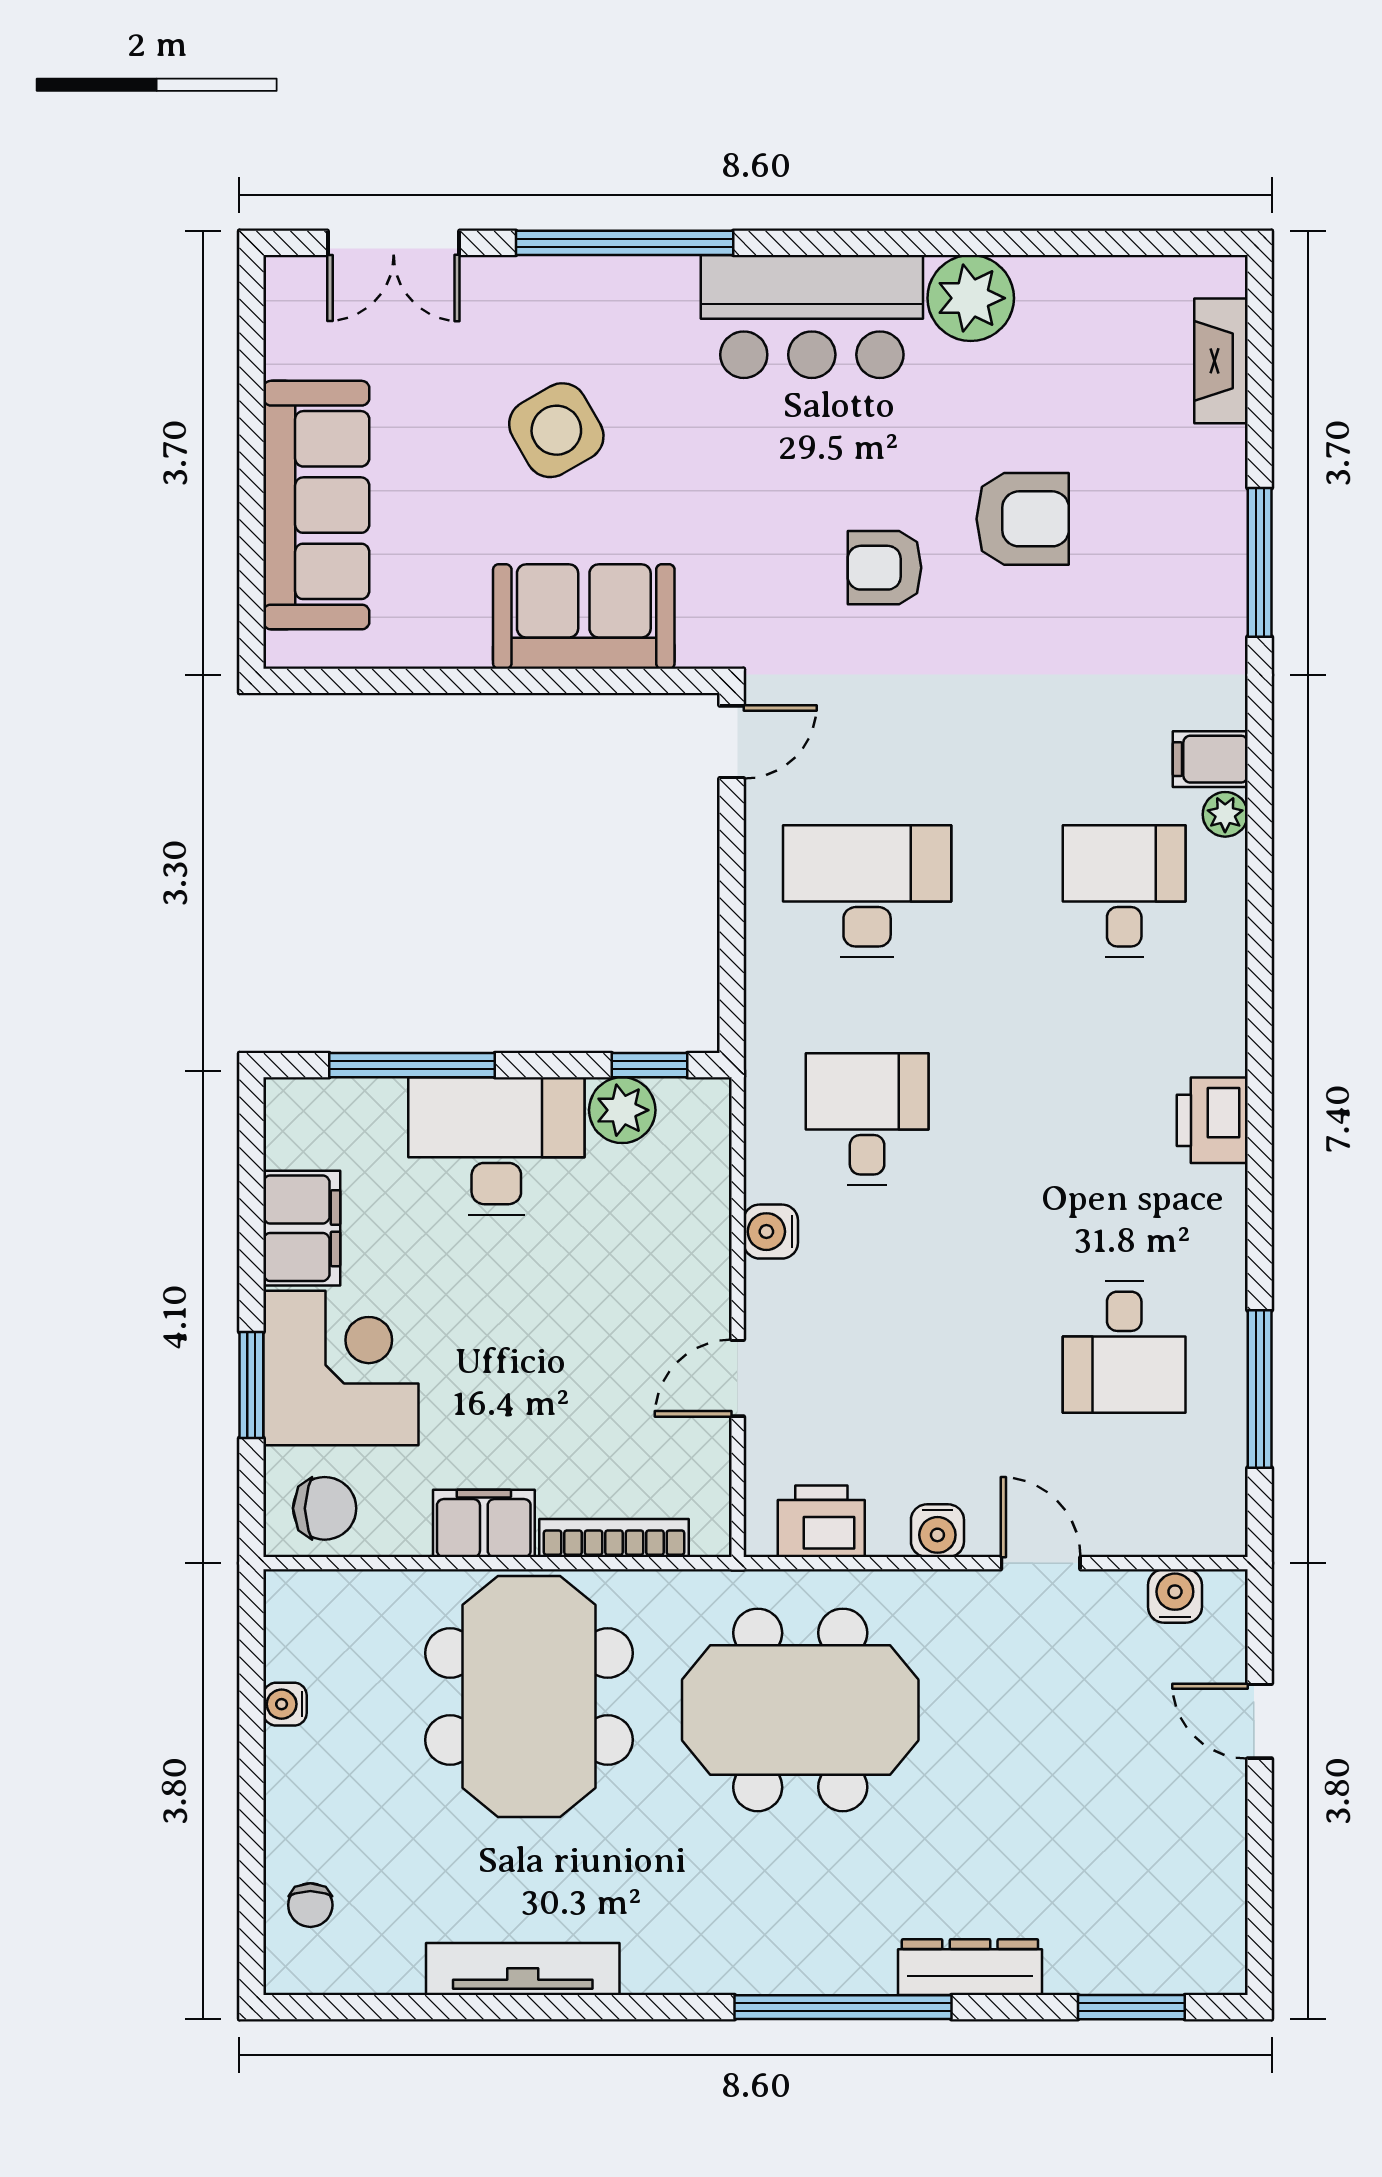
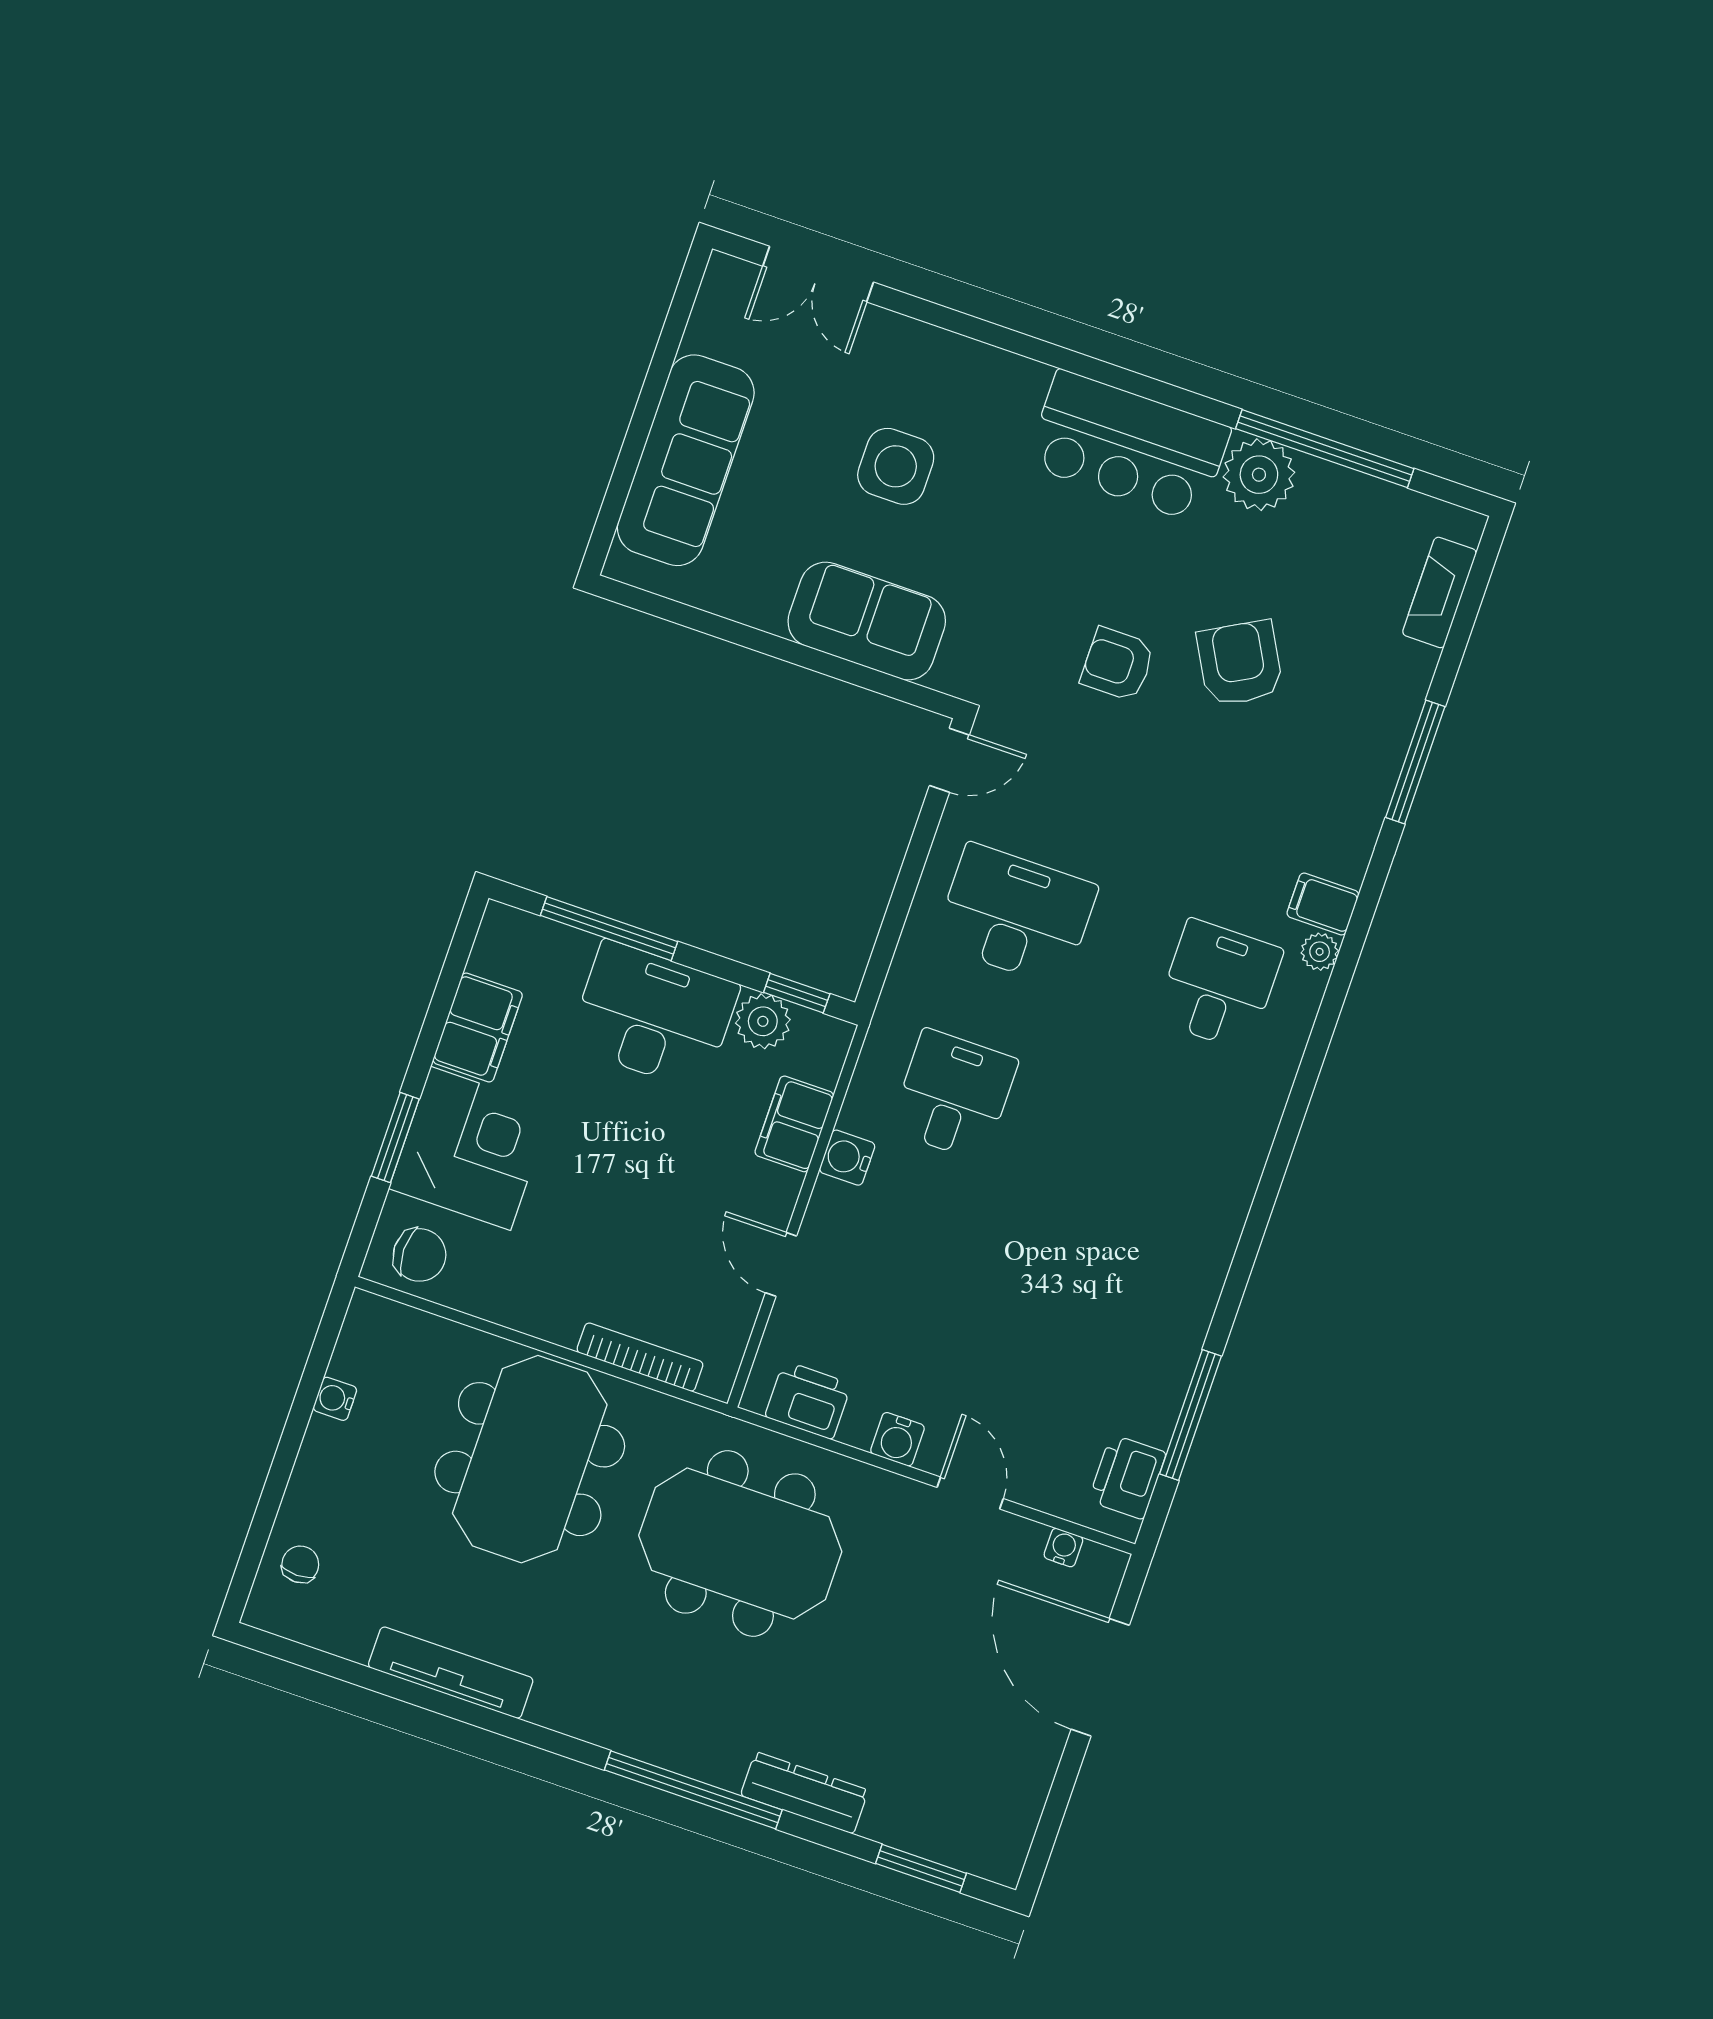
window: (625, 243) -> (1325, 449), moved
side table: (556, 430) -> (896, 466), turned 30
armchair: (1023, 519) -> (1240, 663), turned -119
printer: (1212, 1120) -> (1127, 1477), moved
desk: (1124, 1347) -> (1095, 1345), removed
door: (738, 1378) -> (781, 1264), hinge flipped
filing cabinet: (484, 1523) -> (794, 1124), moved, turned -90
water cooler: (1175, 1596) -> (1063, 1548), width x0.72, depth x0.72
door: (1260, 1721) -> (1100, 1677), width x1.88
chair: (310, 1905) -> (300, 1564), turned 180

